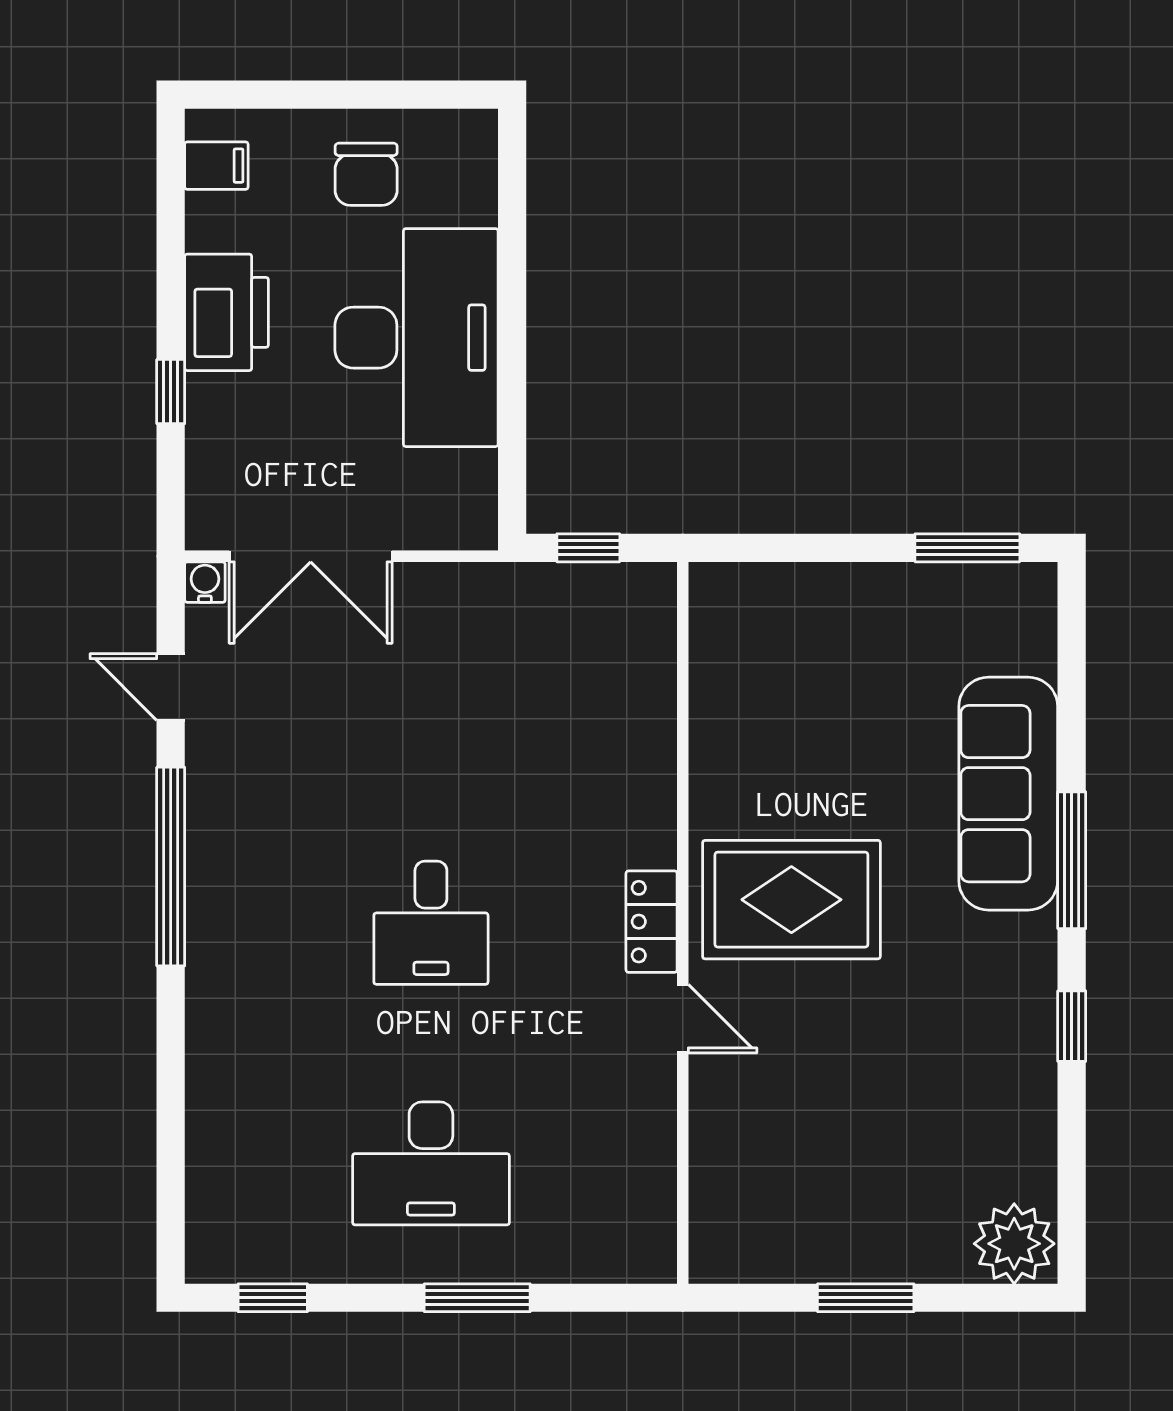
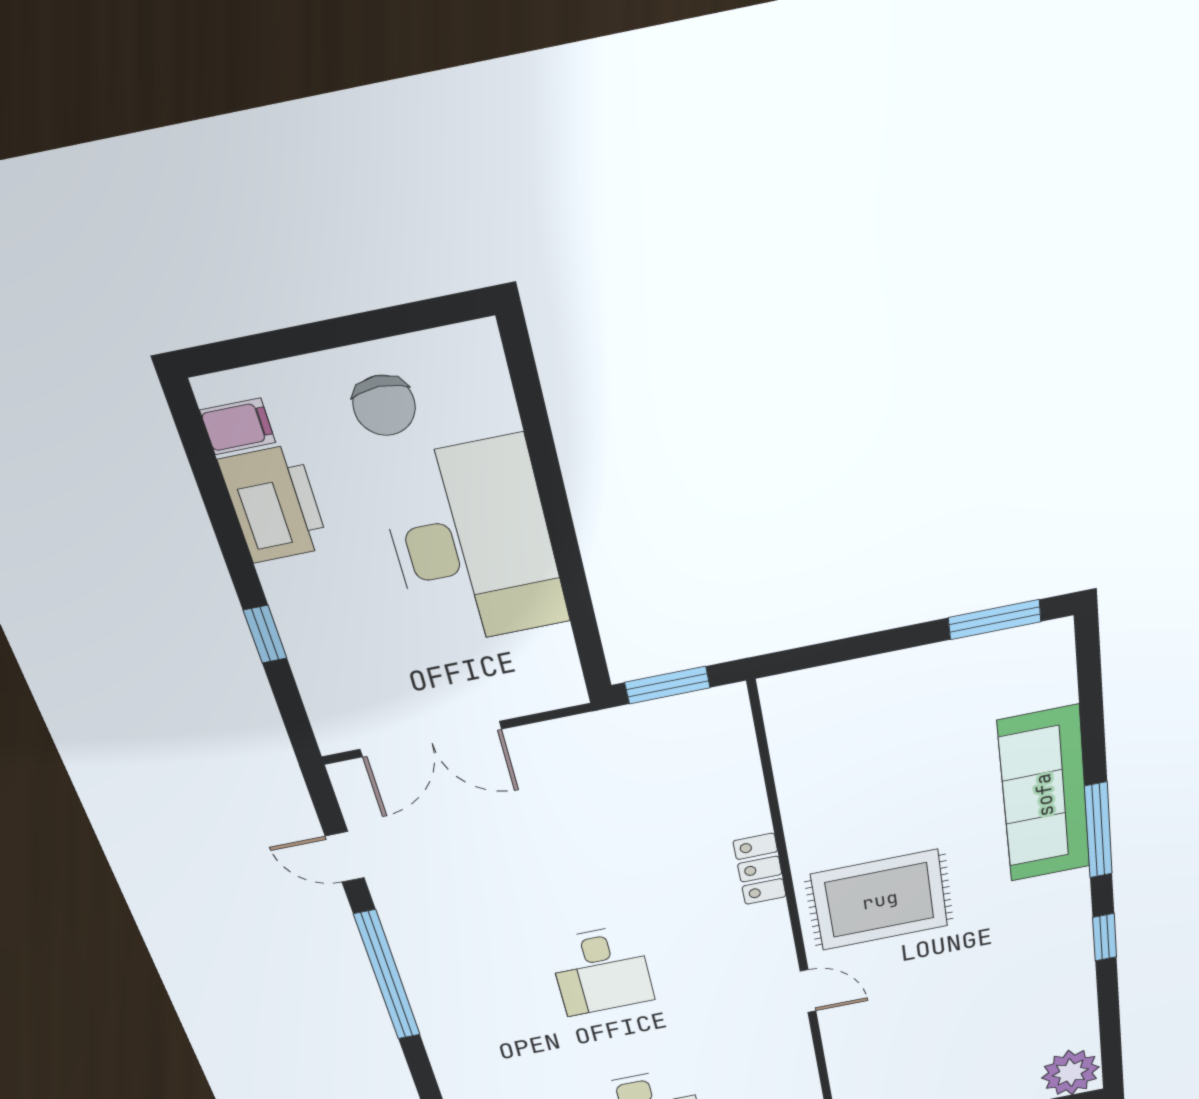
printer: (227, 312) -> (274, 504), moved
window: (588, 548) -> (667, 685), width x1.50
water cooler: (205, 582) -> (347, 776), removed
locker: (652, 922) -> (760, 869), moved

